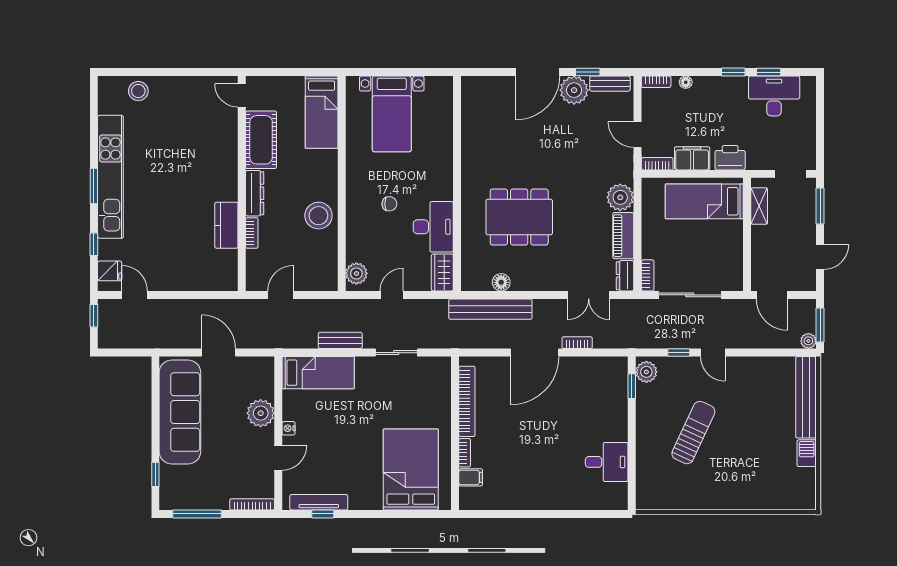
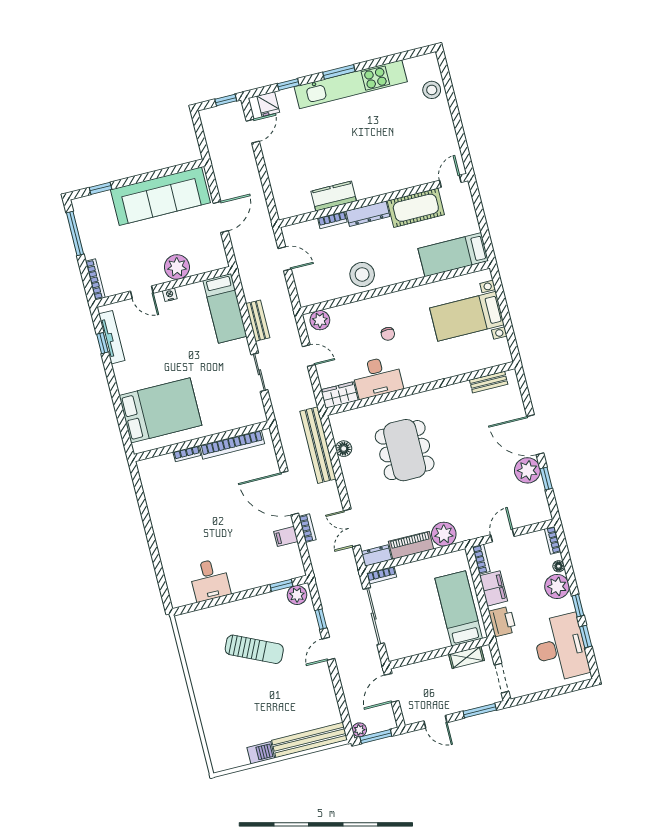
bench: (610, 84) -> (489, 382), moved, turned 90
plant: (707, 89) -> (557, 586), added
desk: (774, 96) -> (561, 648), width x1.36, depth x1.30
filing cabinet: (471, 477) -> (286, 536), moved, turned 90

